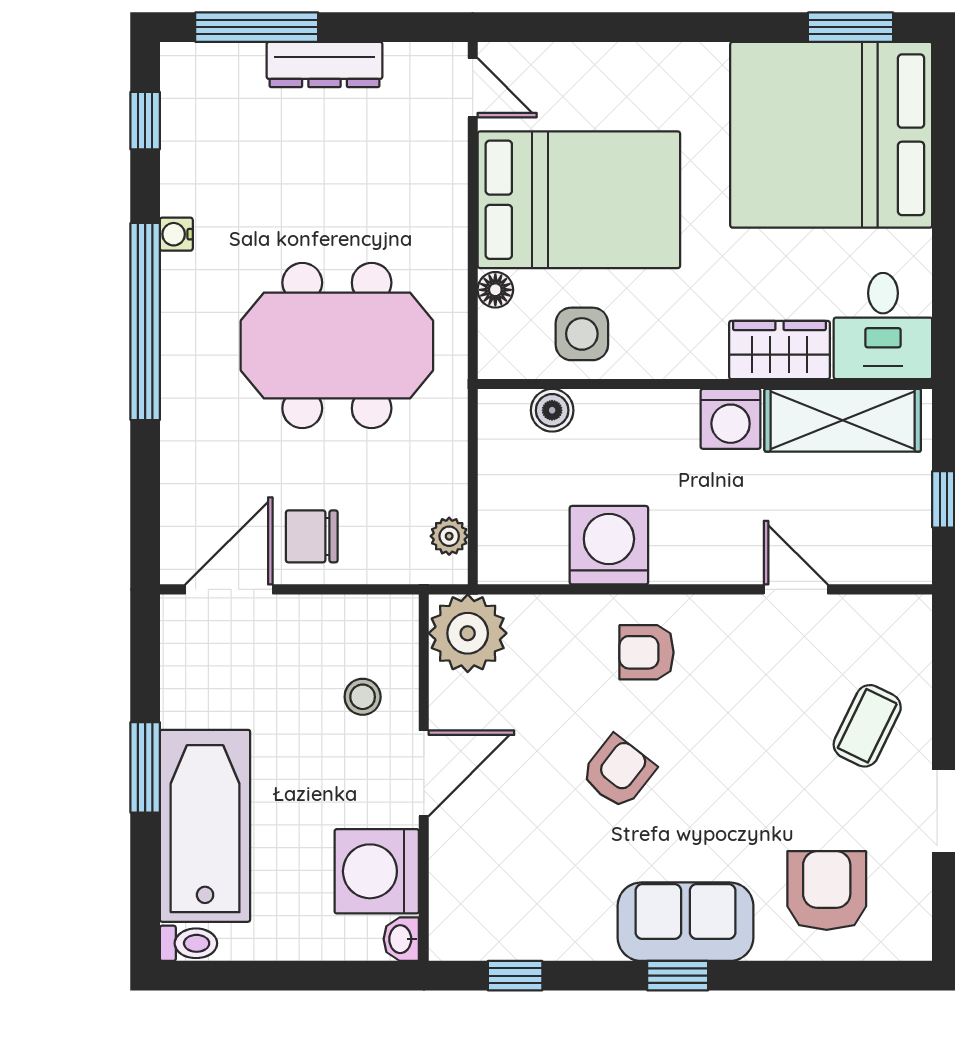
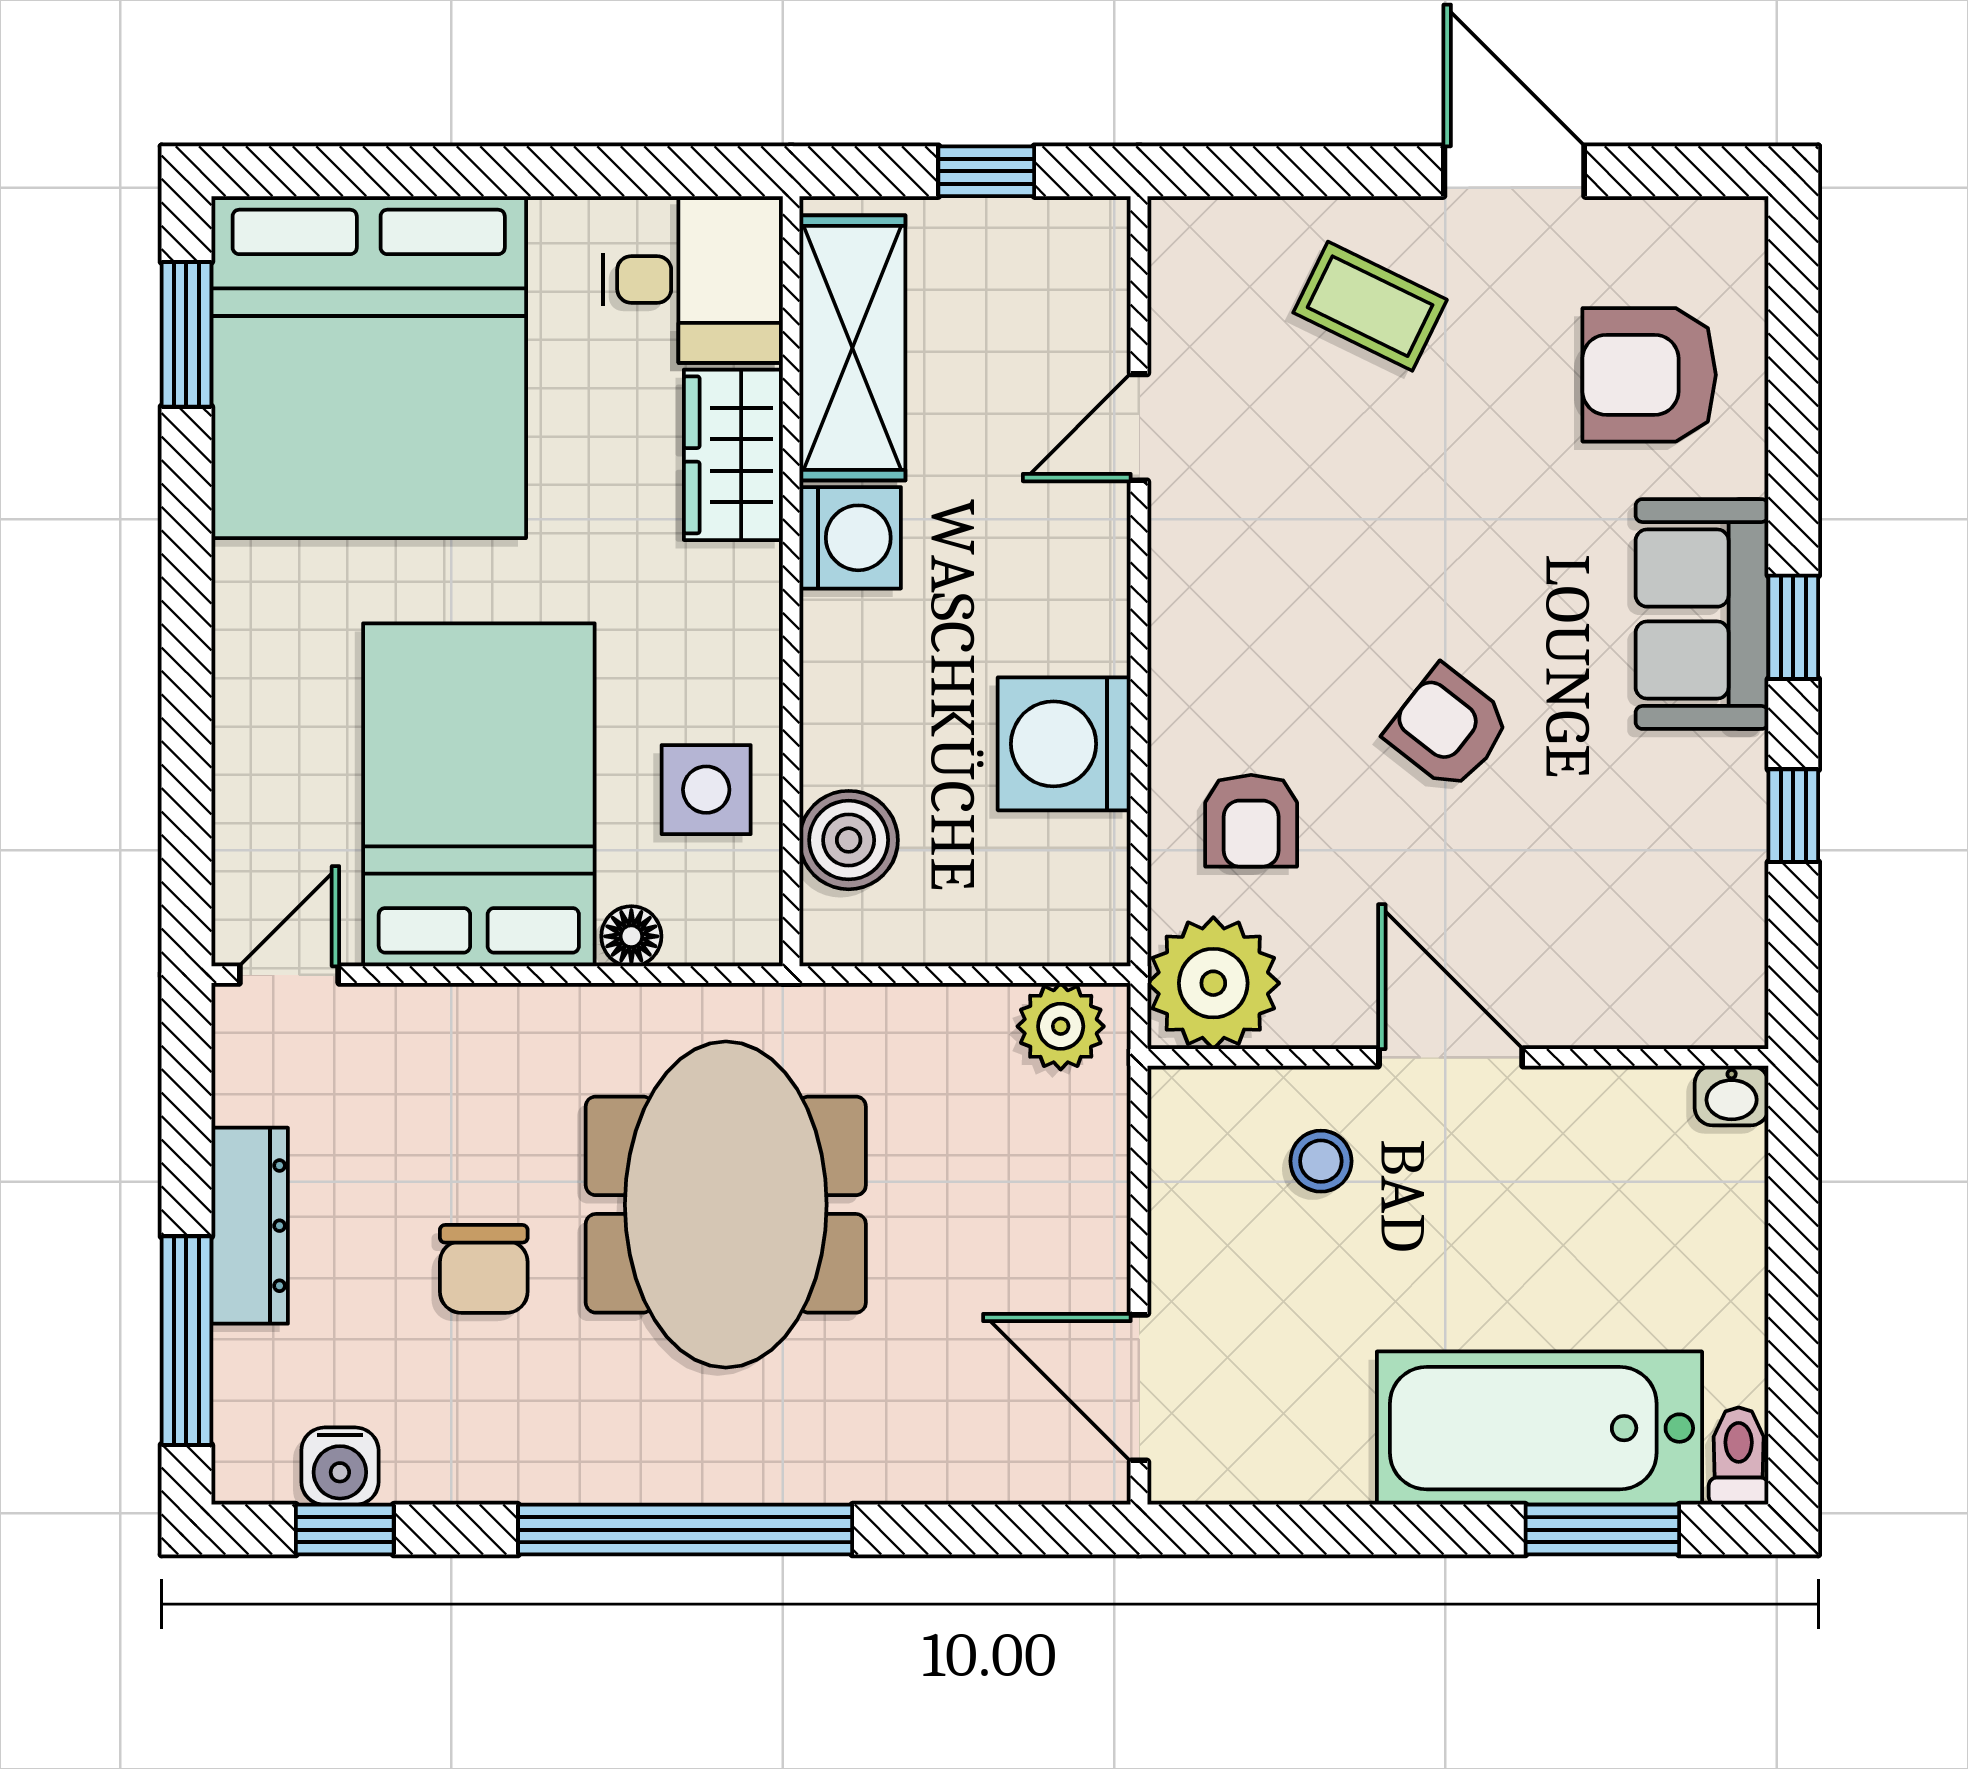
water cooler: (176, 234) -> (340, 1466), moved, width x1.38, depth x1.38
boiler: (552, 410) -> (849, 840), width x1.36, depth x1.36
chair: (312, 536) -> (484, 1269), moved
plant: (449, 536) -> (1061, 1026), width x1.38, depth x1.38
armchair: (647, 652) -> (1251, 821), moved
window: (145, 767) -> (1602, 1530), moved
washing machine: (377, 871) -> (1617, 1137), removed
window: (515, 976) -> (1793, 816), moved

